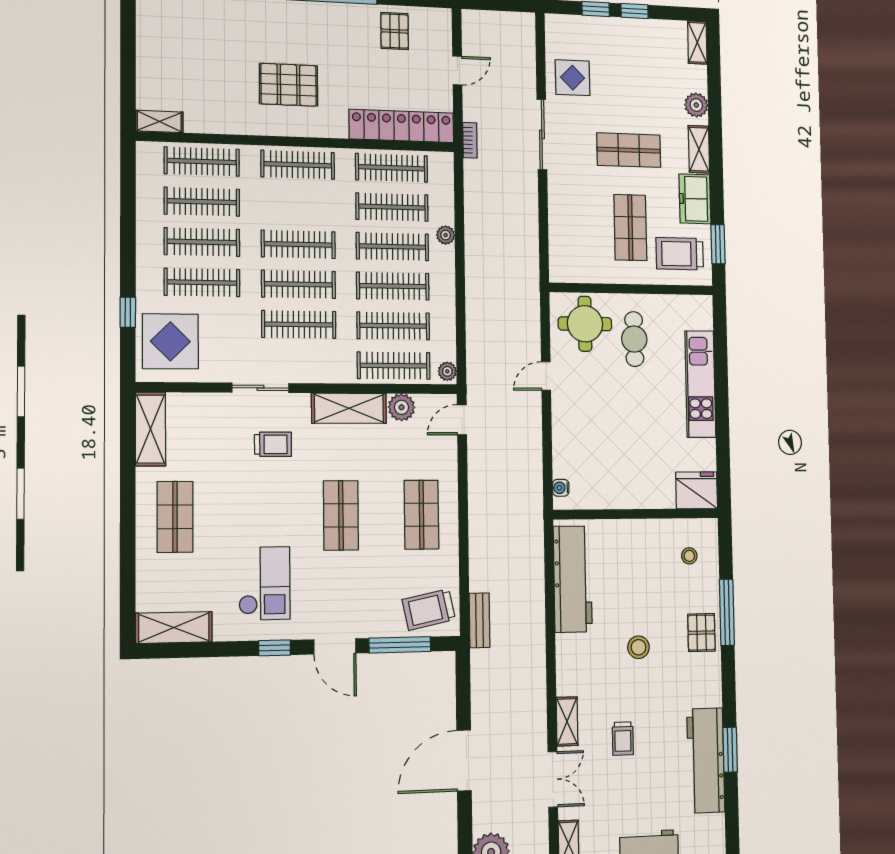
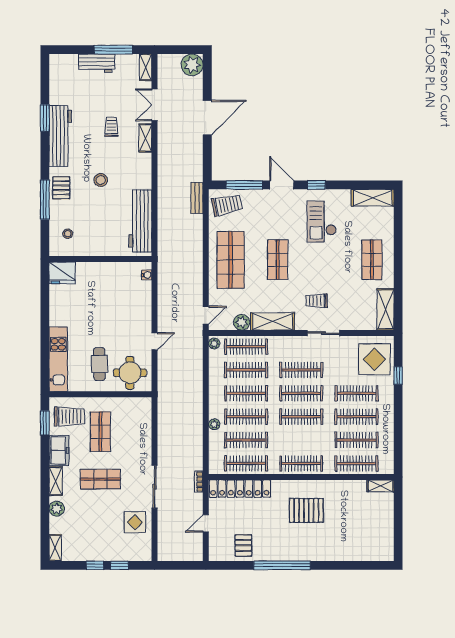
kitchen unit: (700, 384) -> (58, 359), moved
shop shelf: (421, 515) -> (231, 260), width x1.43, depth x1.36
workbench: (706, 760) -> (60, 136), moved

